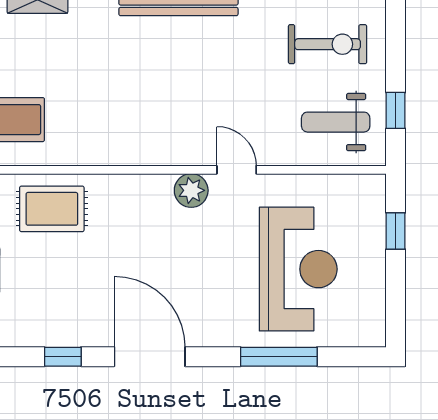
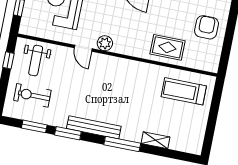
weight bench: (336, 122) -> (36, 61), turned 90

